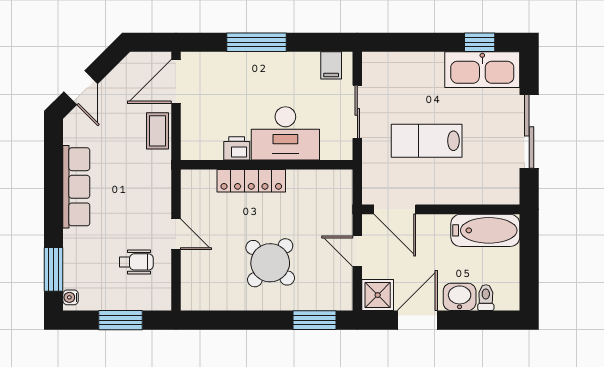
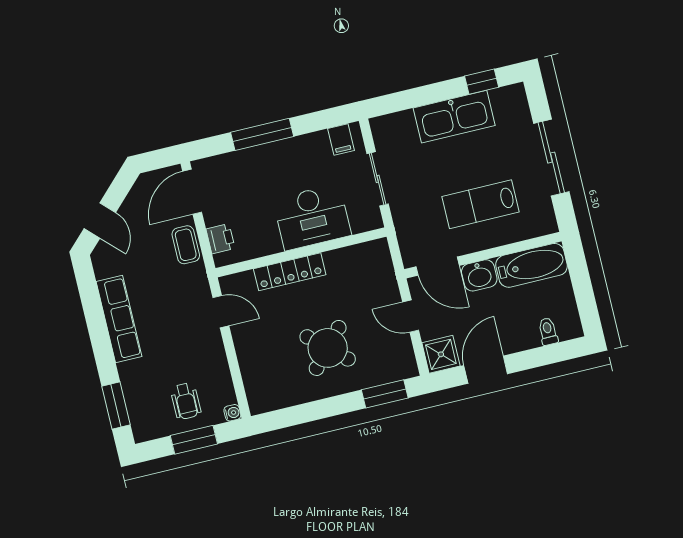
kitchen sink: (482, 70) -> (454, 117), moved
lab bench: (427, 141) -> (480, 204), moved
printer: (237, 148) -> (220, 239), moved, turned 90
door: (176, 234) -> (221, 312), moved
wheelchair: (136, 262) -> (186, 401), moved, turned 90
water cooler: (71, 297) -> (232, 413), moved, turned 180
washbasin: (460, 297) -> (479, 275), moved, turned 180

